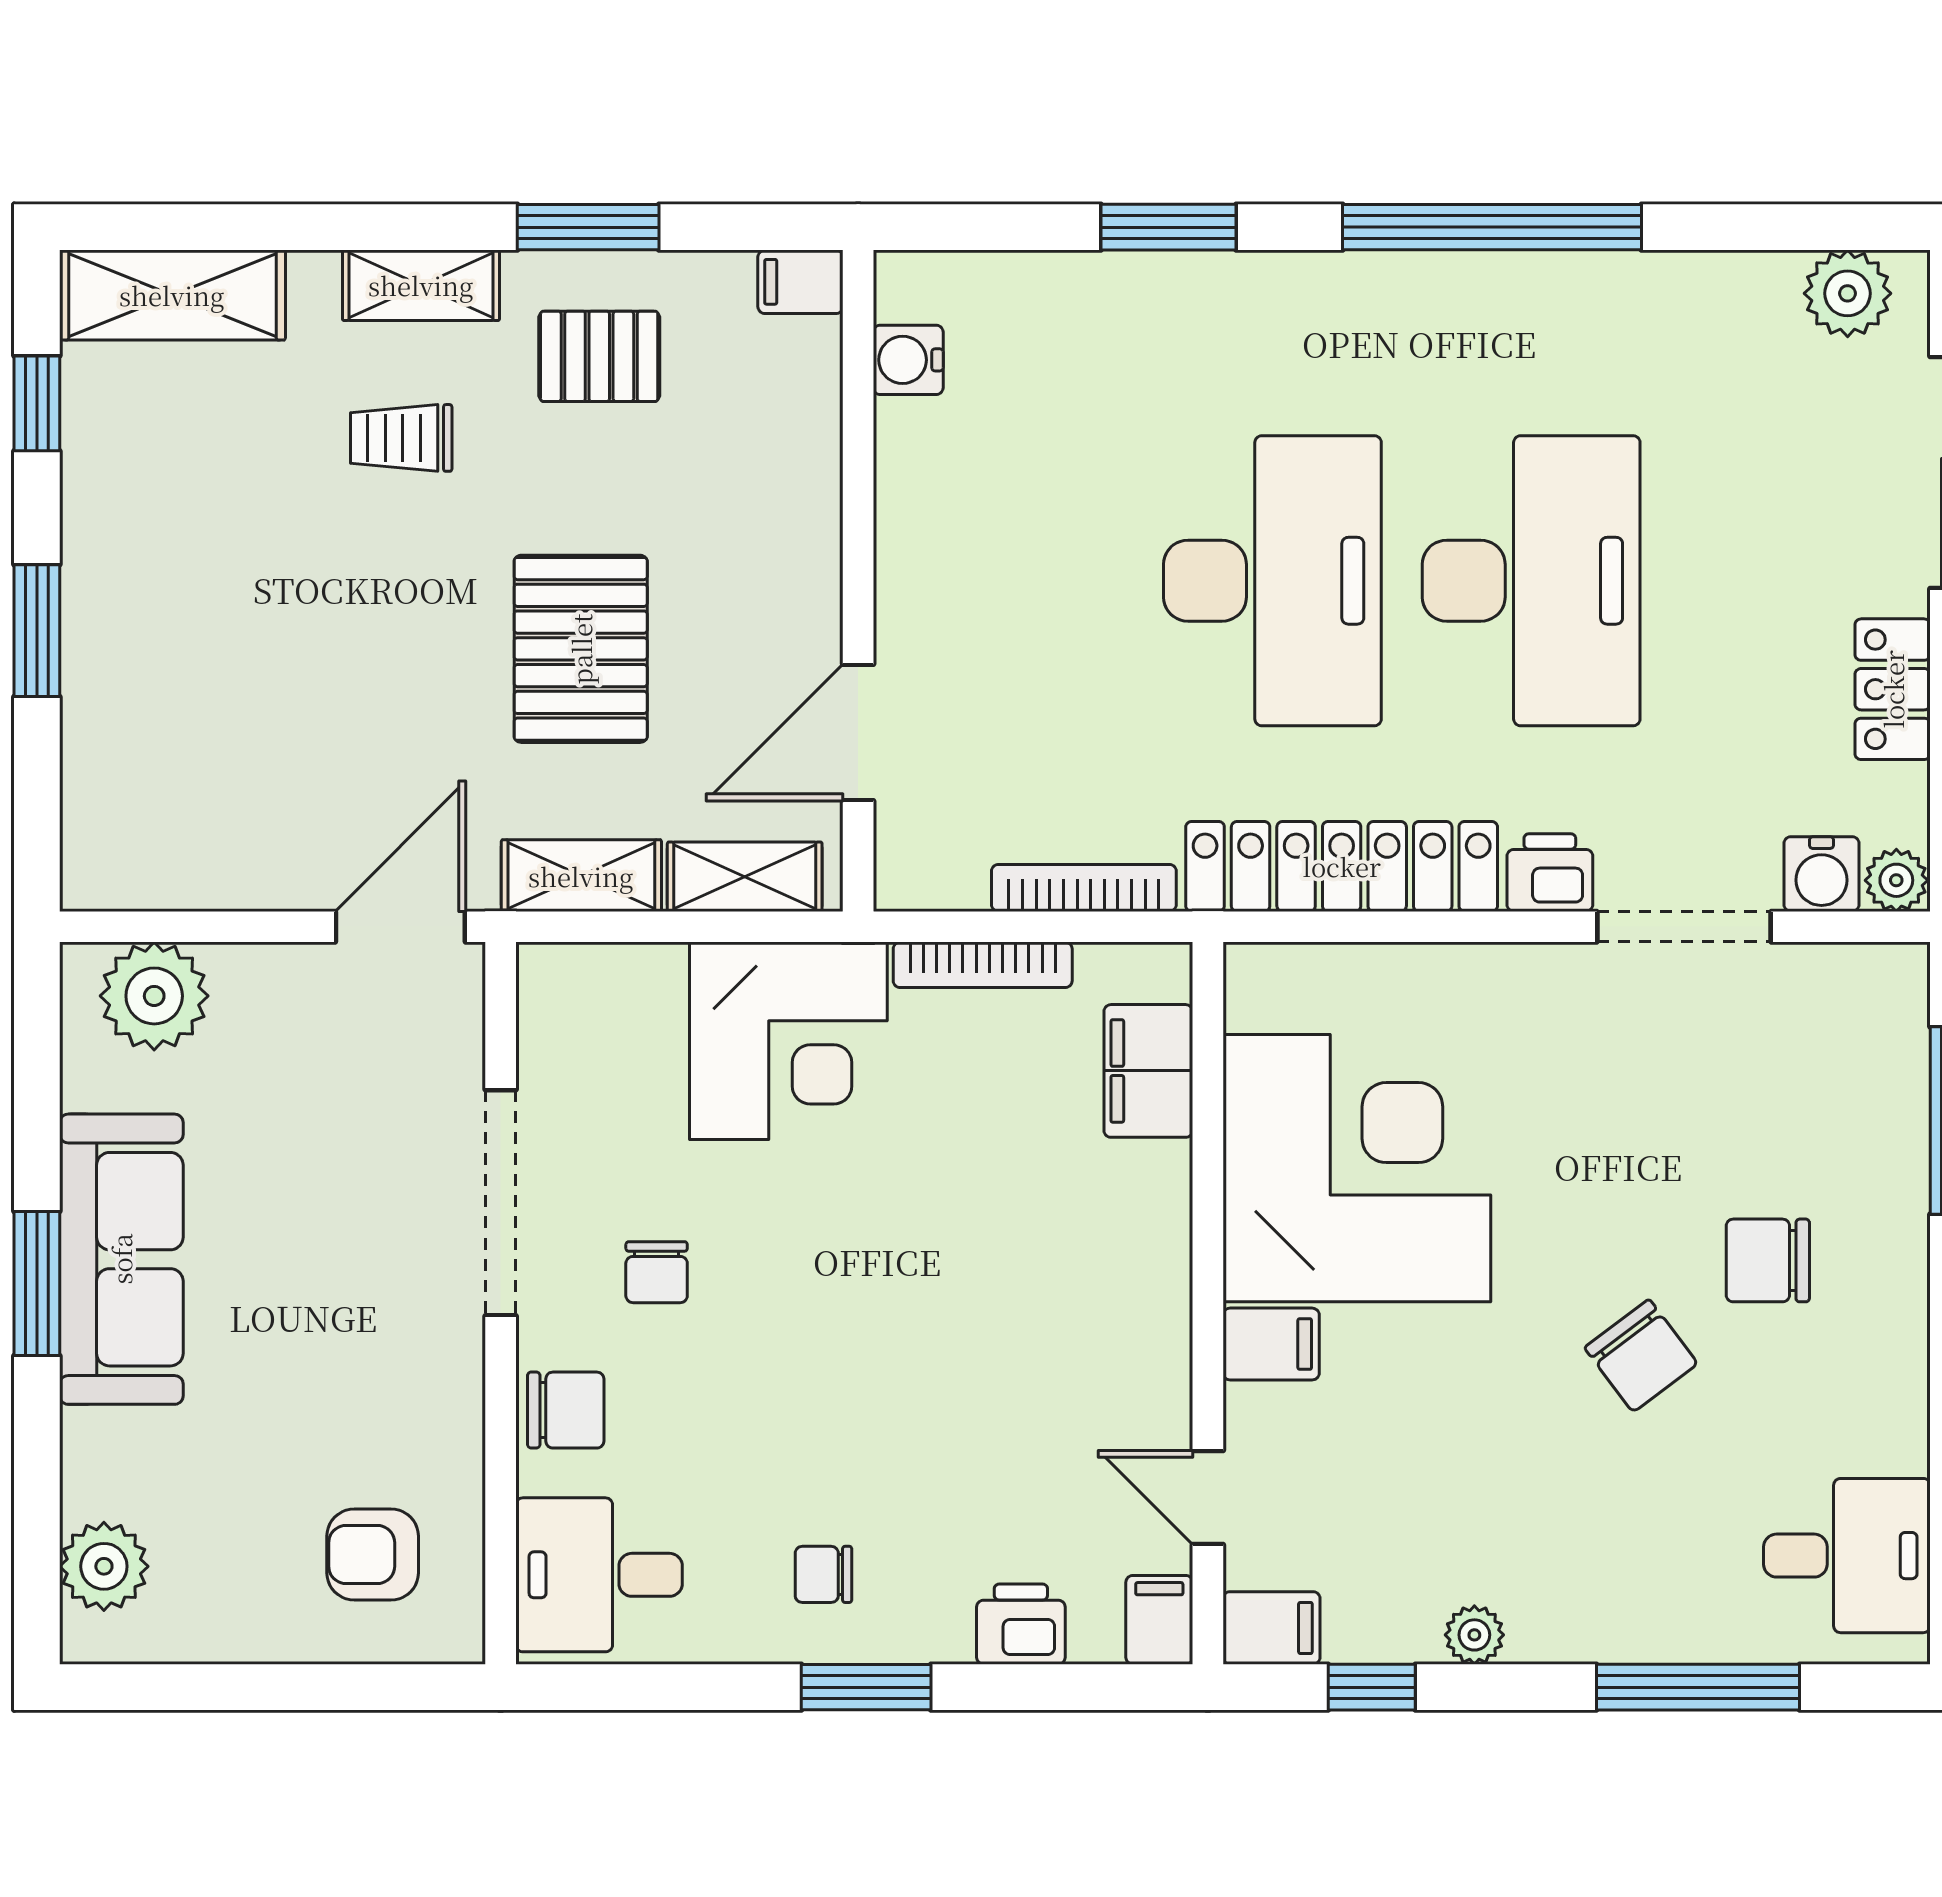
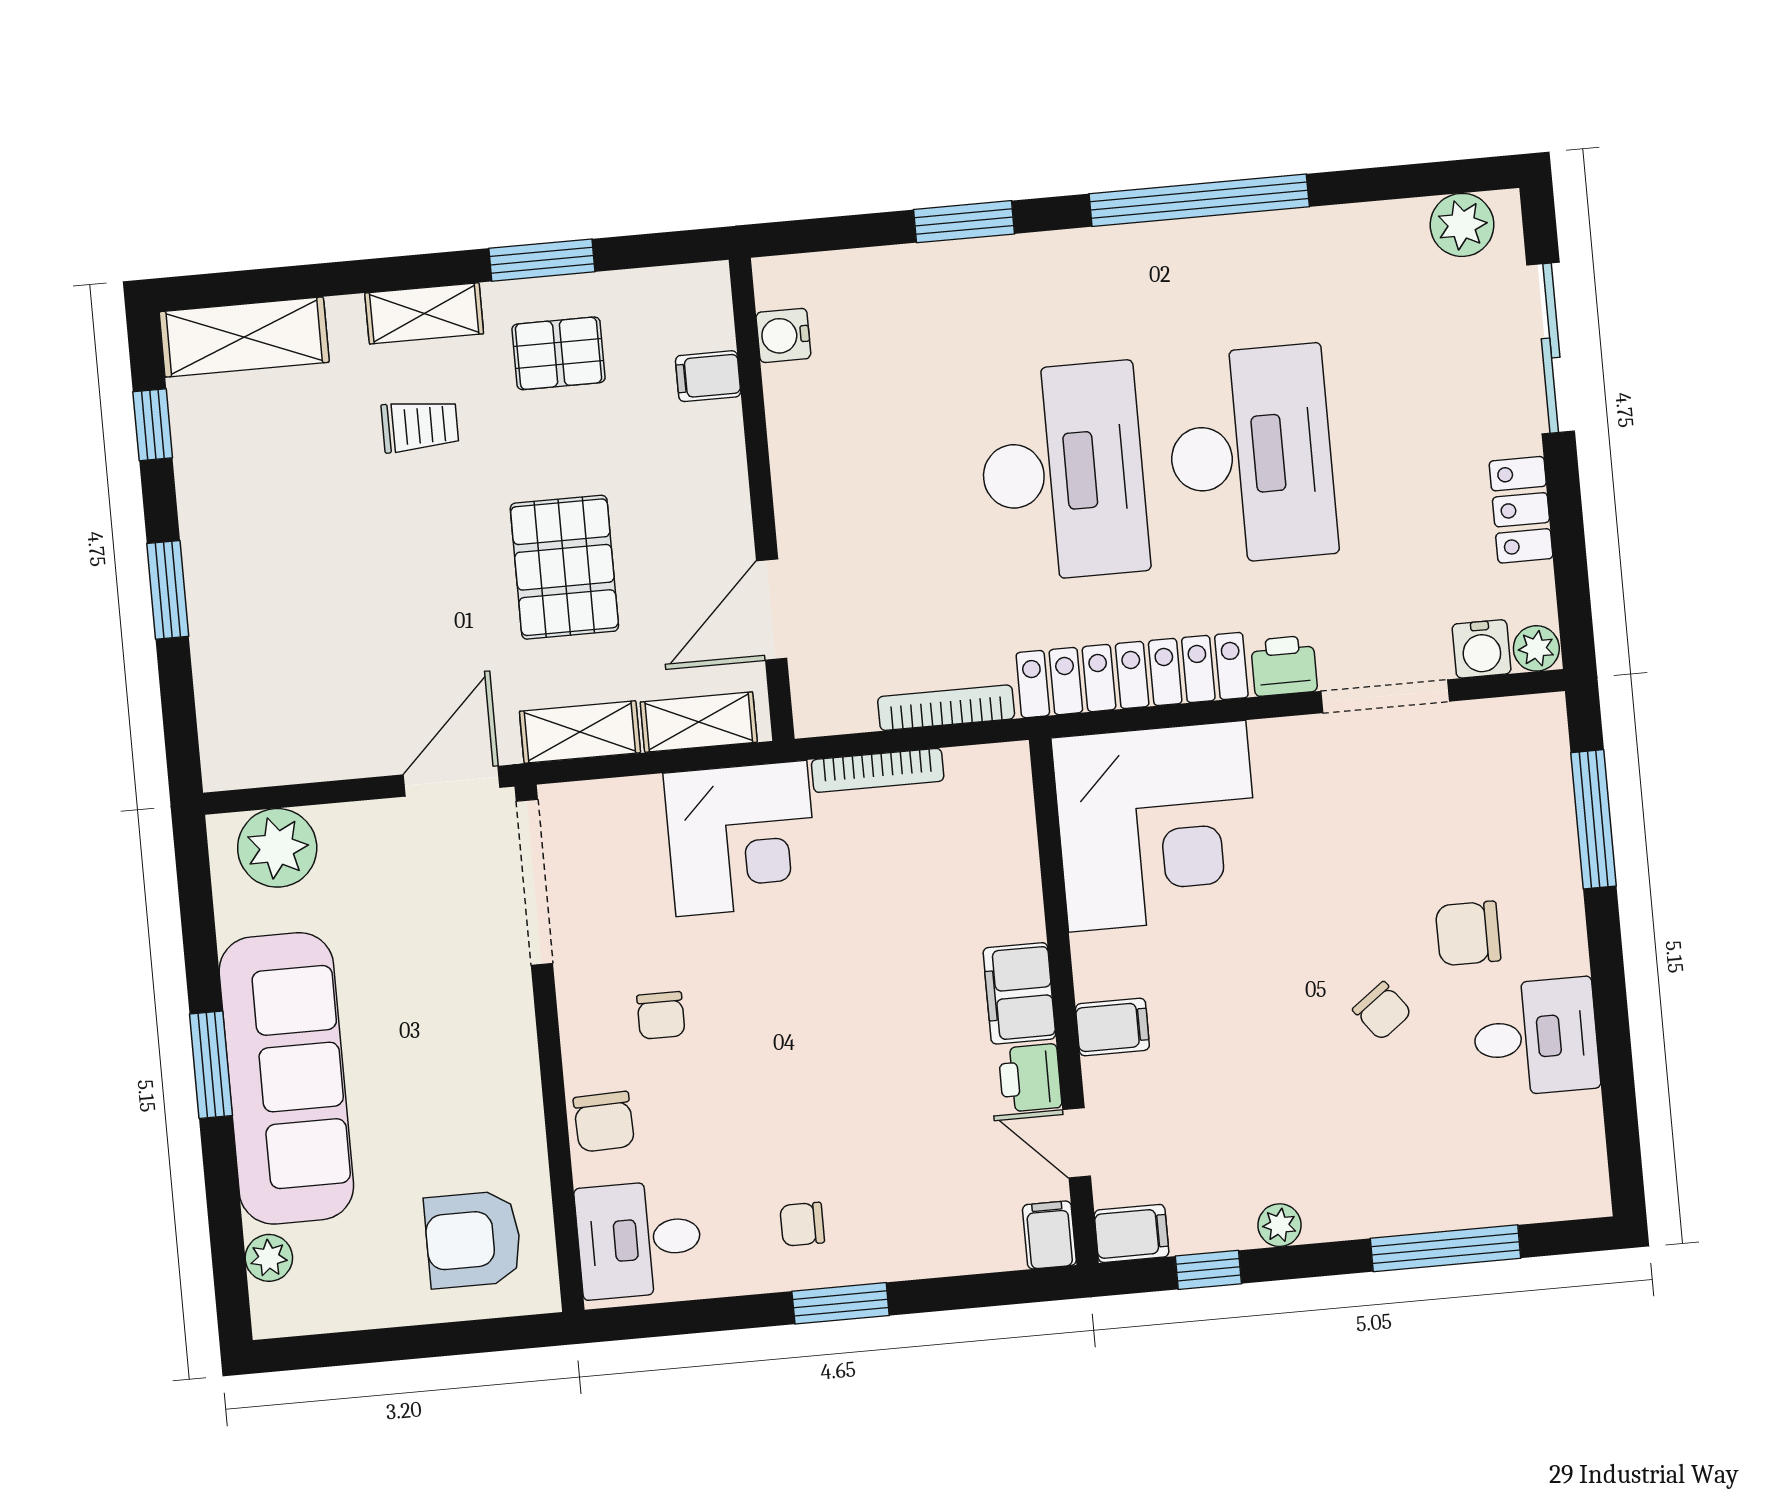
filing cabinet: (800, 282) -> (708, 376), moved
trolley: (401, 438) -> (420, 426), turned 180
filing cabinet: (1148, 1071) -> (1019, 993), moved
corner desk: (1357, 1168) -> (1157, 826), moved, turned 90
doorway: (501, 1203) -> (534, 882), moved
sofa: (121, 1259) -> (286, 1078), width x1.36, depth x1.27
chair: (1641, 1356) -> (1382, 1011), width x0.73, depth x0.73
chair: (566, 1410) -> (604, 1122), turned 88
armchair: (373, 1554) -> (473, 1240), width x1.38, depth x1.38
desk: (1847, 1556) -> (1536, 1037), moved
plant: (104, 1566) -> (269, 1258), width x0.73, depth x0.73
printer: (1021, 1624) -> (1030, 1078), moved, turned -90

